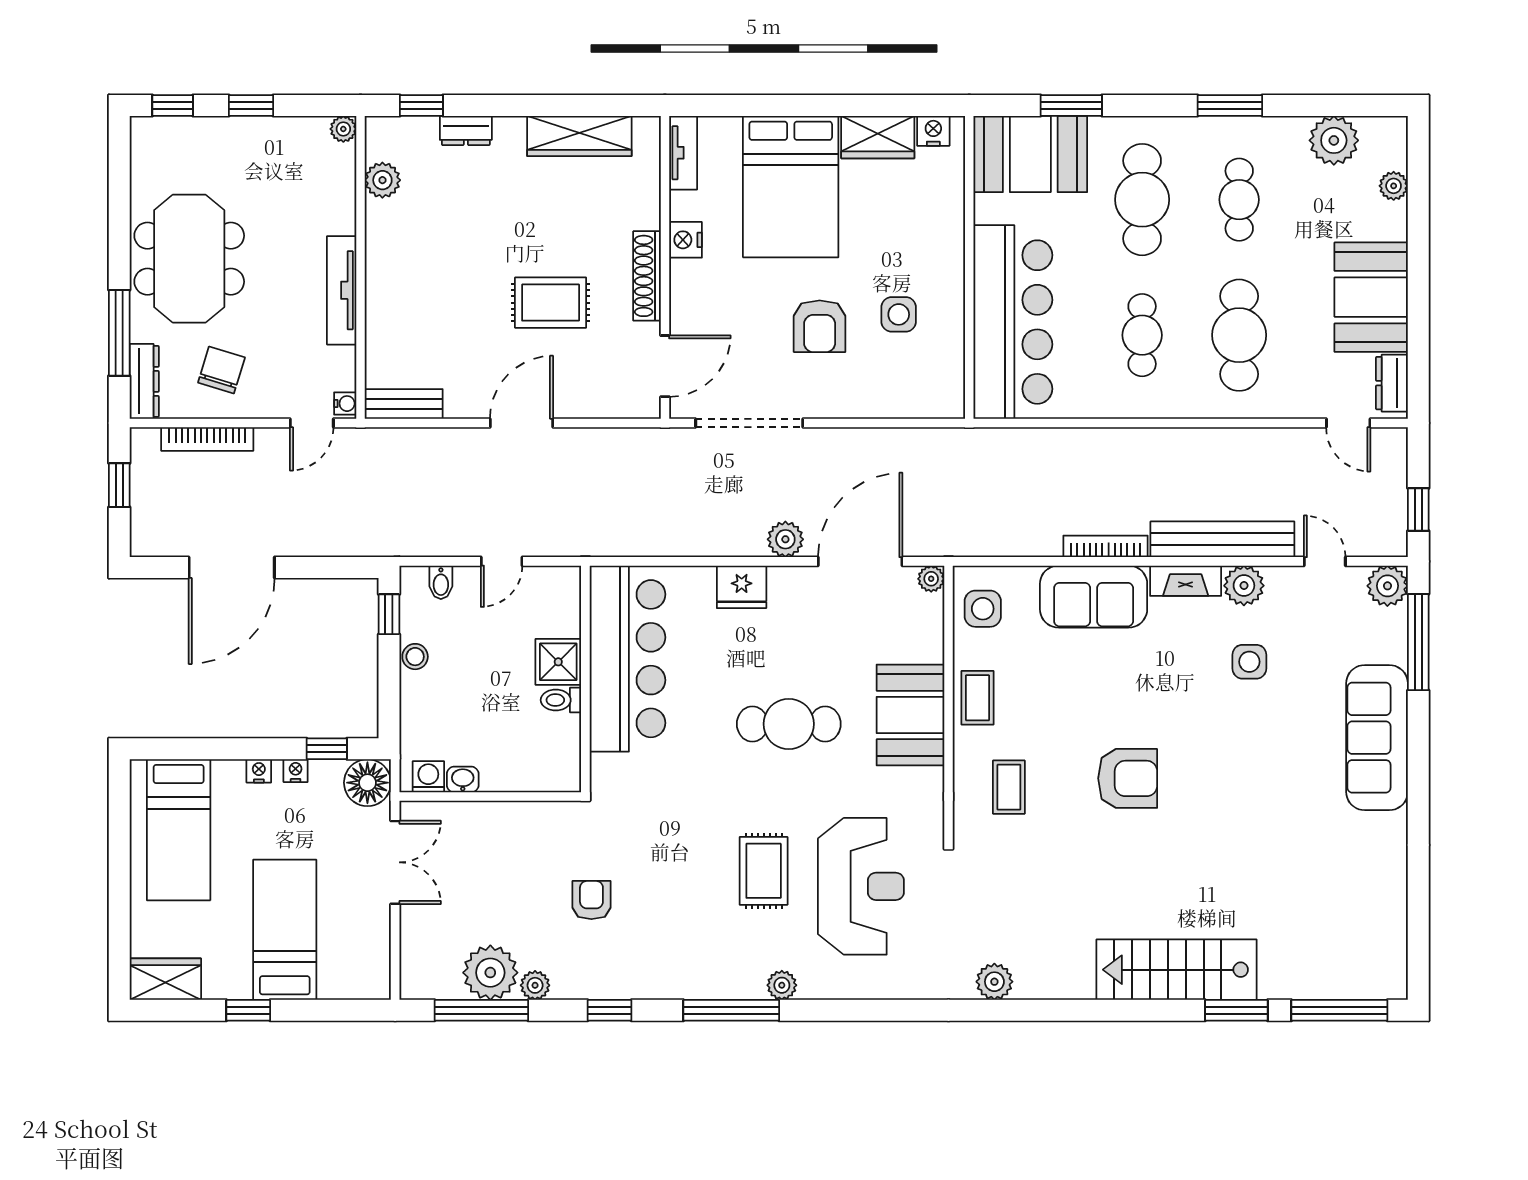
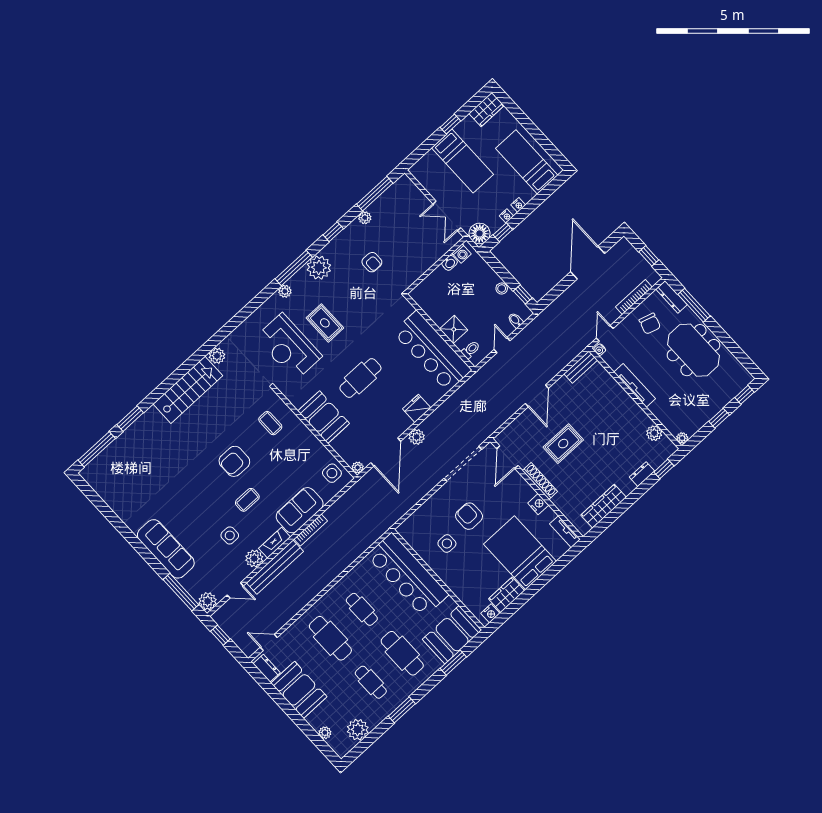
coffee table: (977, 698) -> (247, 500), moved, turned 90
toilet: (561, 700) -> (471, 350), moved
stairs: (1176, 970) -> (188, 390), moved
plant: (490, 973) -> (319, 268), moved

